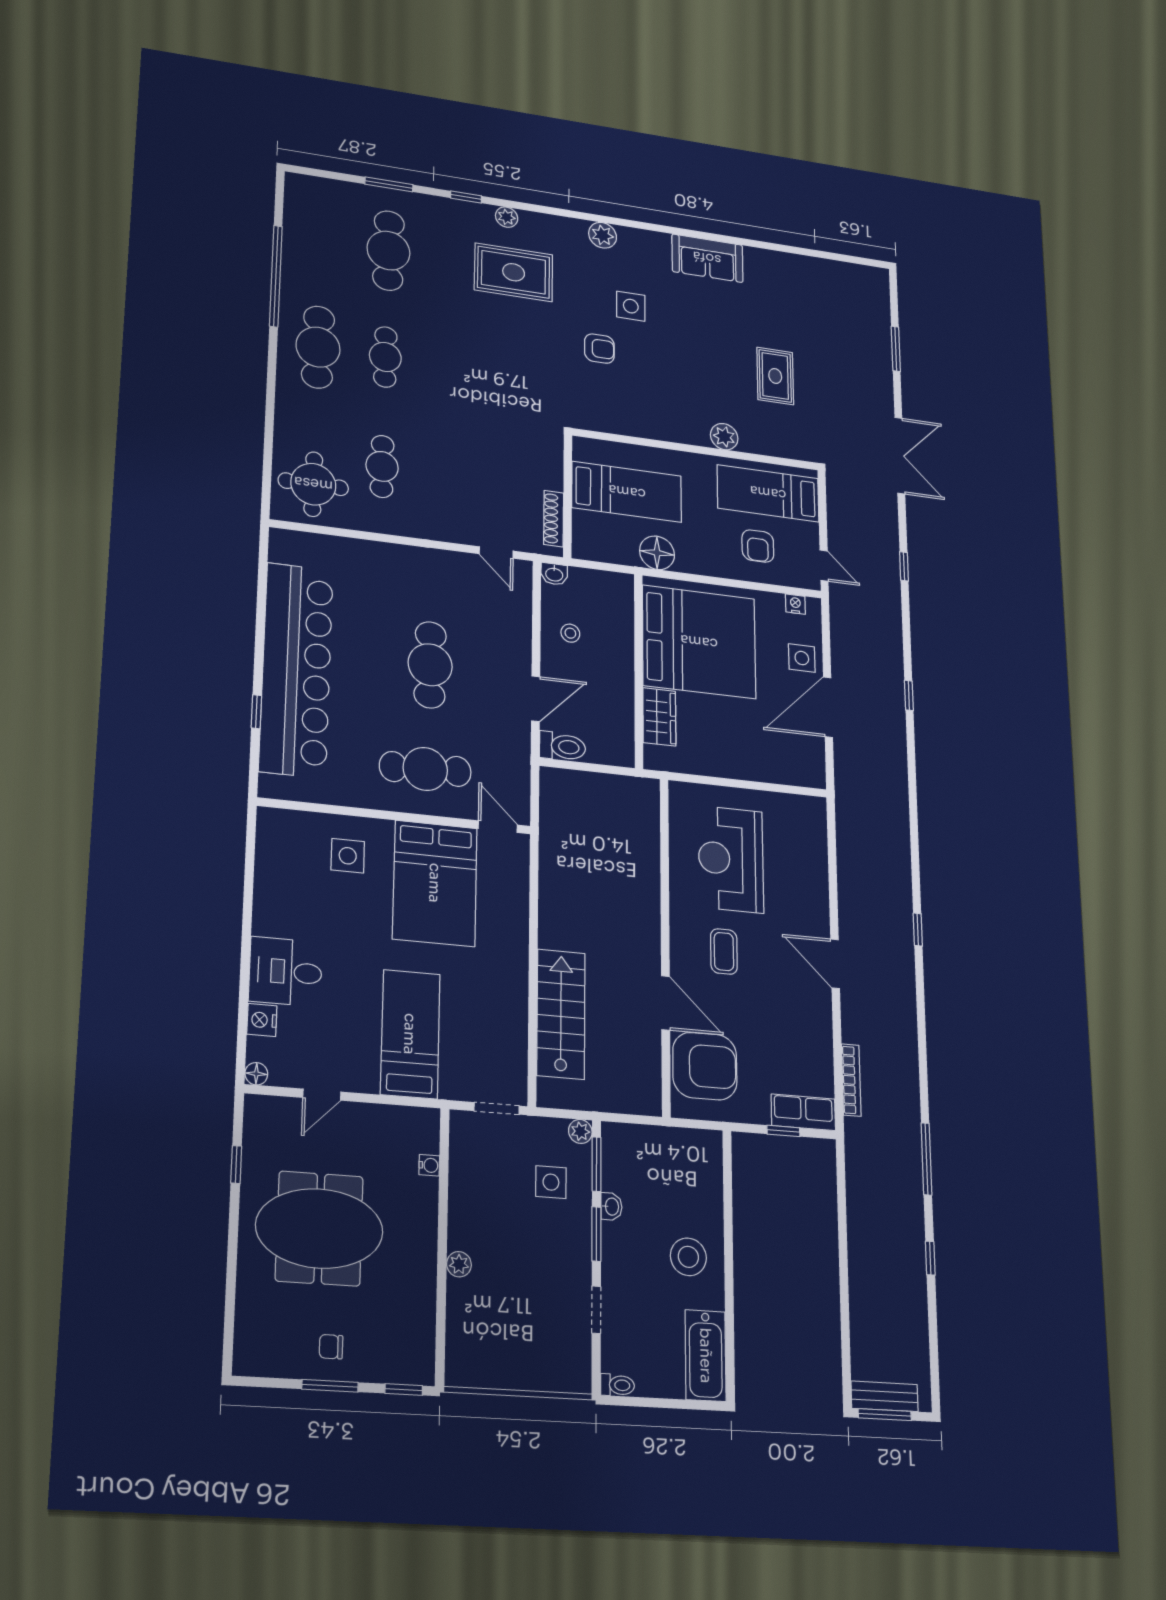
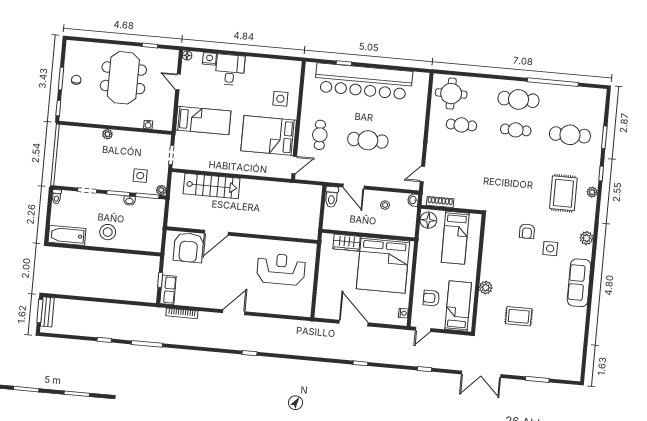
sofa: (707, 258) -> (579, 283), width x1.36
floor lamp: (657, 553) -> (428, 220), moved
side table: (802, 658) -> (377, 313), removed
cafe table: (425, 769) -> (320, 135), width x0.73, depth x0.74
coffee table: (724, 952) -> (239, 261), removed

